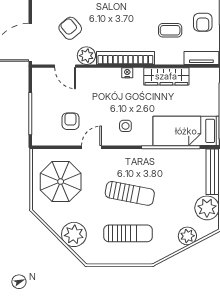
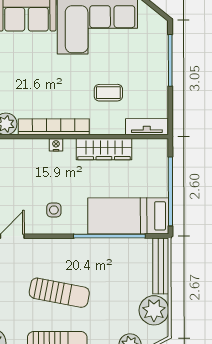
armchair: (203, 22) -> (148, 83), removed

